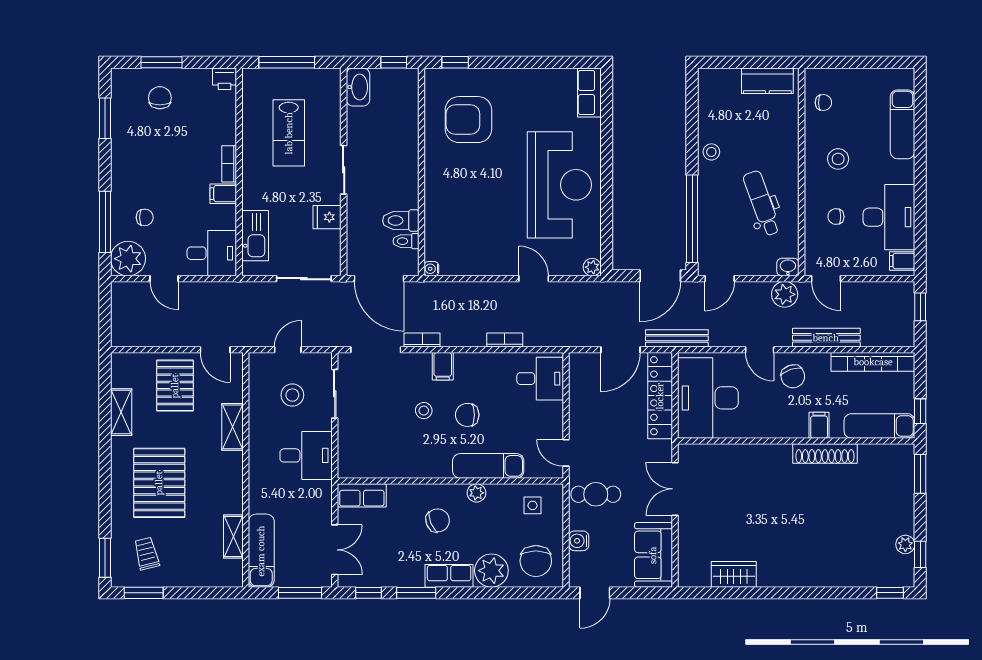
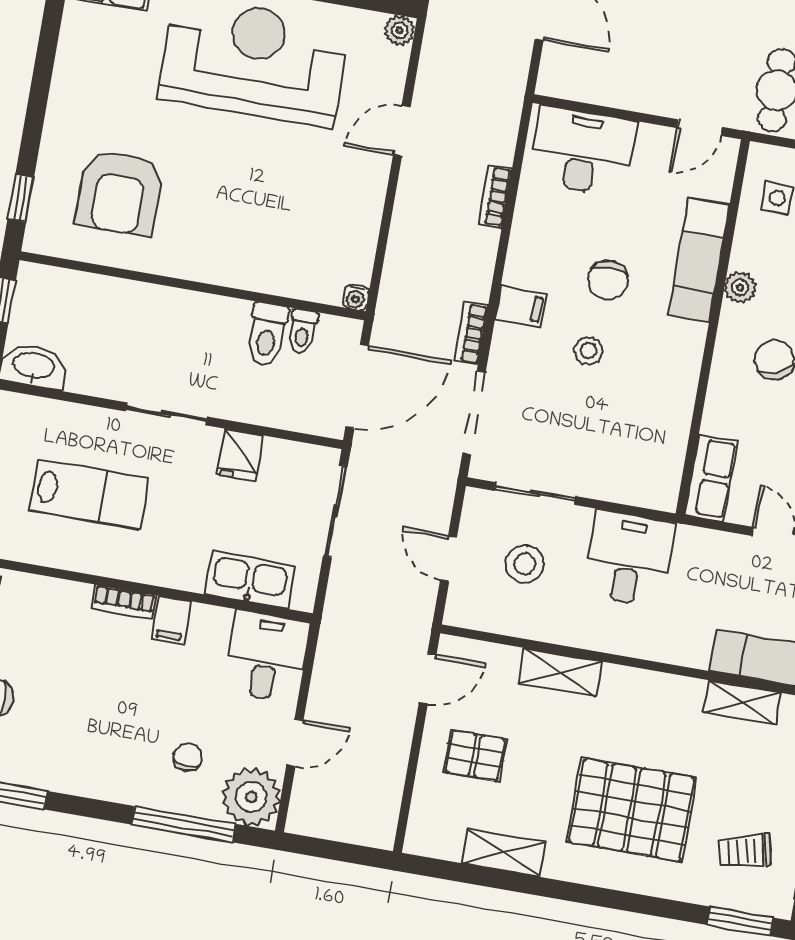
desk: (540, 379) -> (582, 151), width x1.37
pallet: (175, 386) -> (475, 756), width x0.67, depth x0.71

